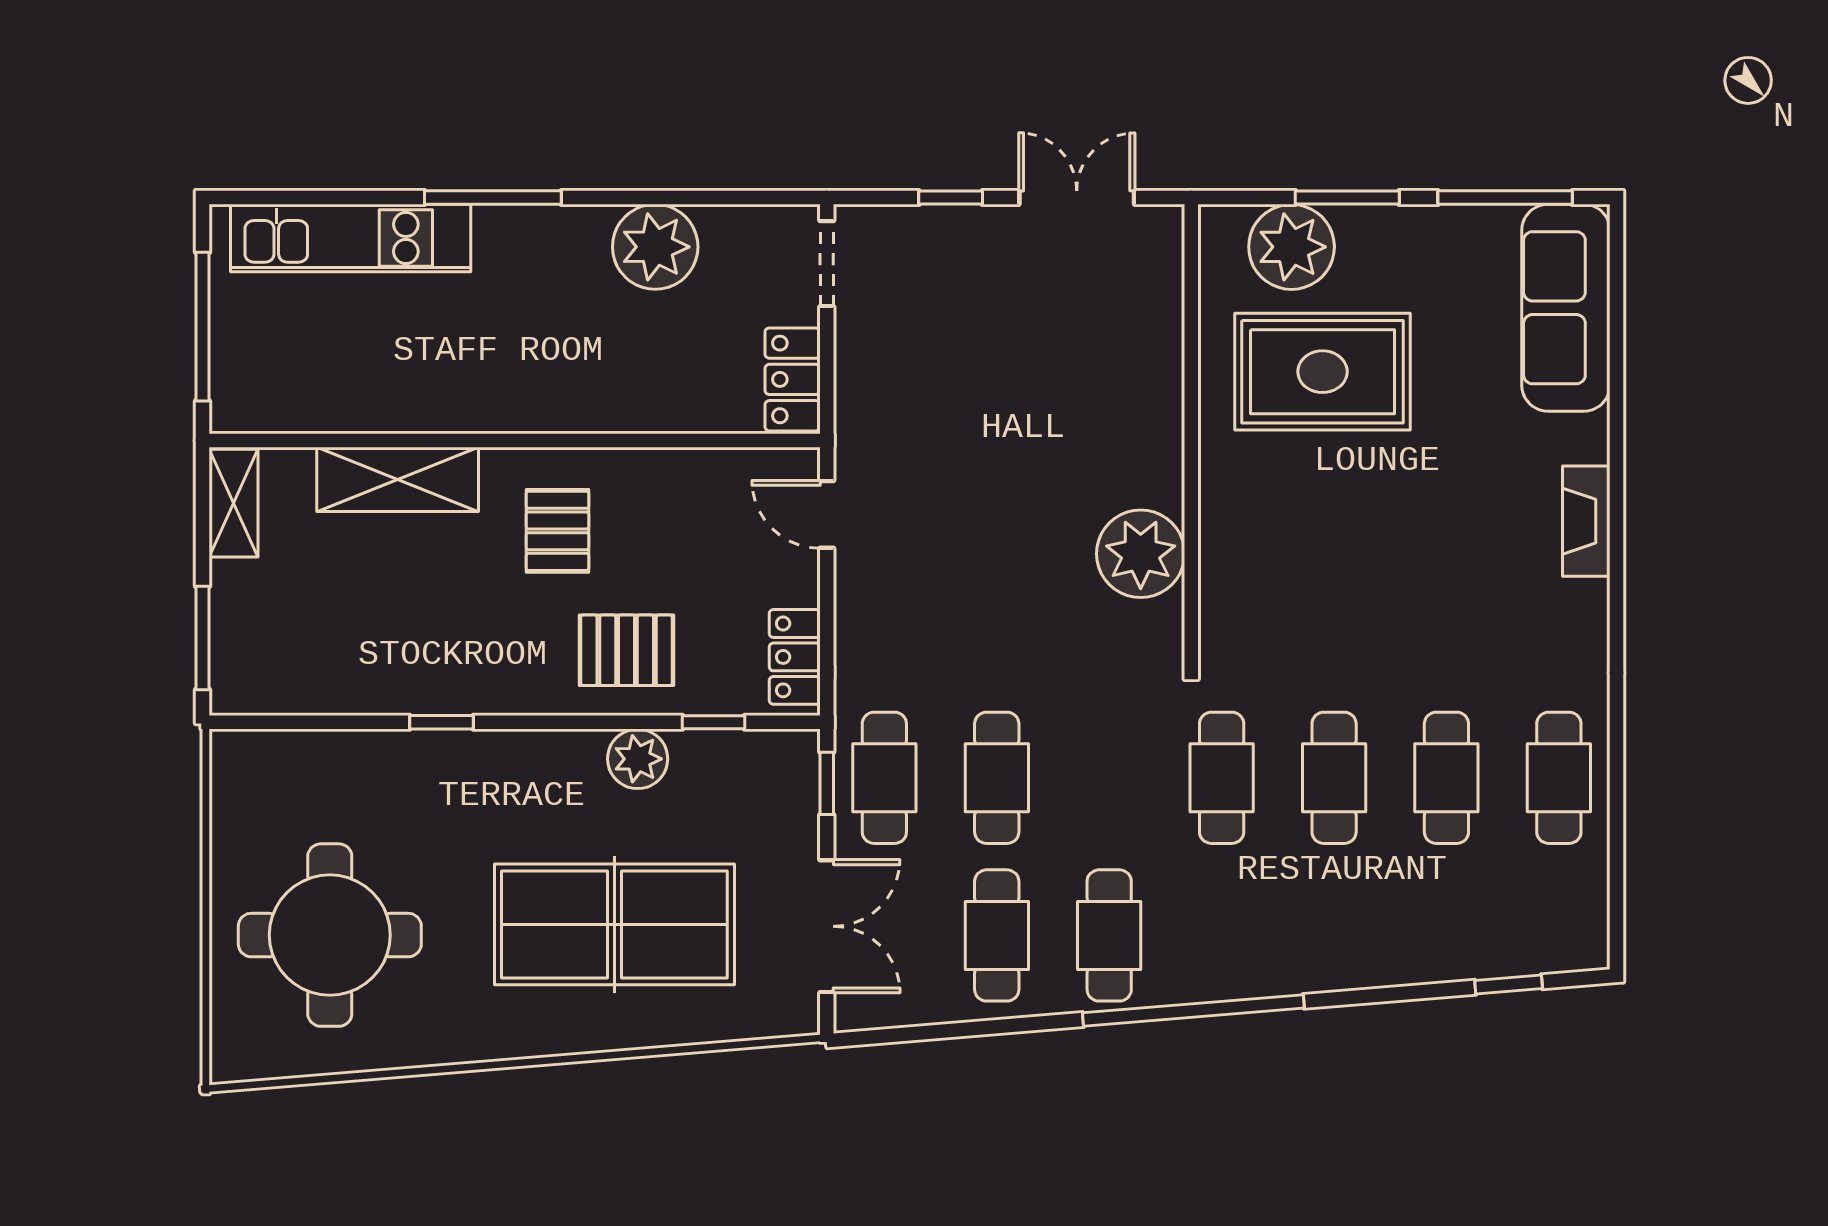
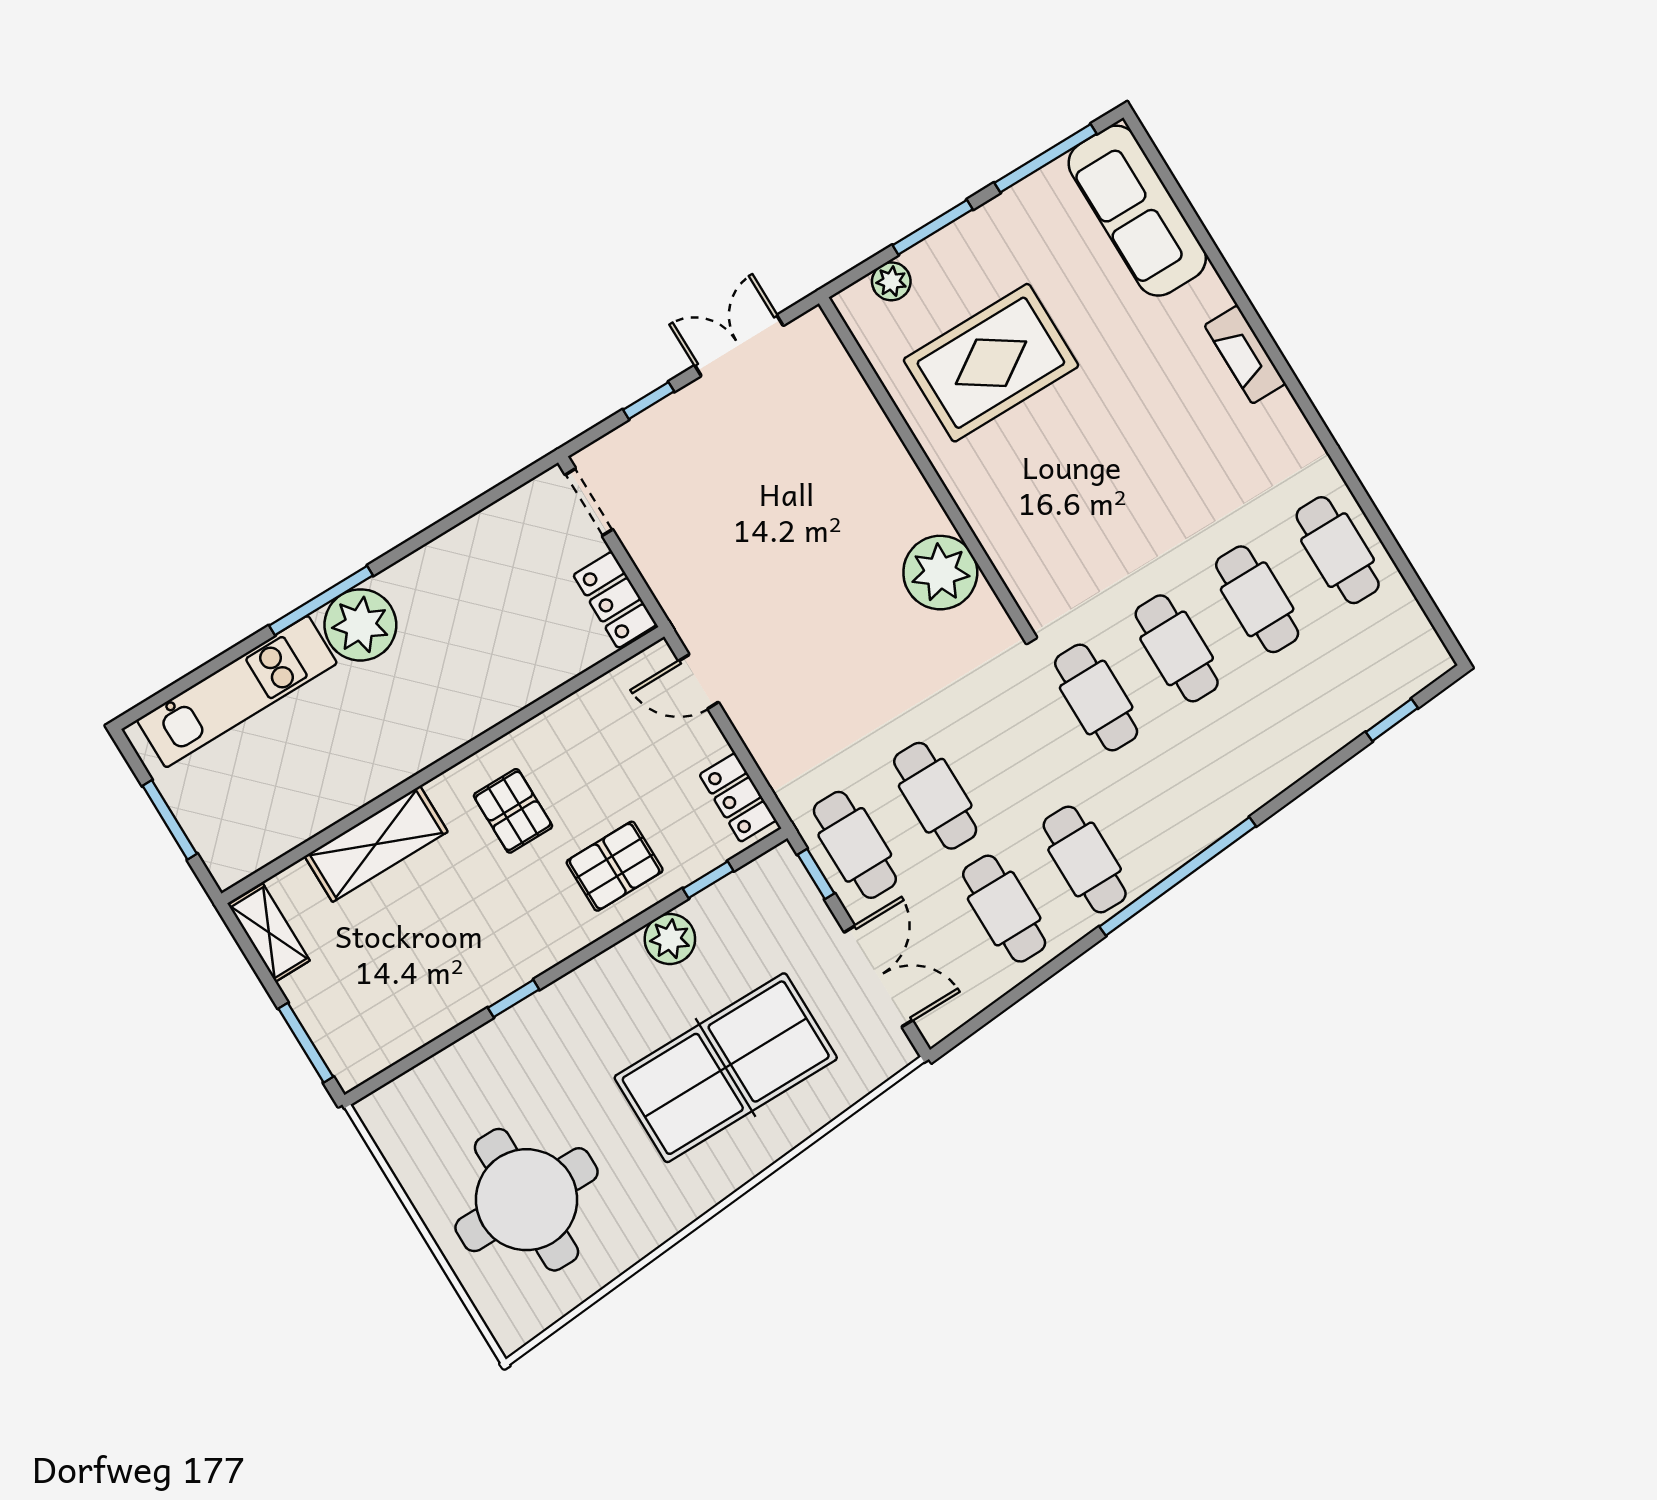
plant: (655, 247) -> (360, 625), moved
plant: (1292, 247) -> (891, 281), width x0.53, depth x0.53
window: (203, 327) -> (170, 820), width x0.69

